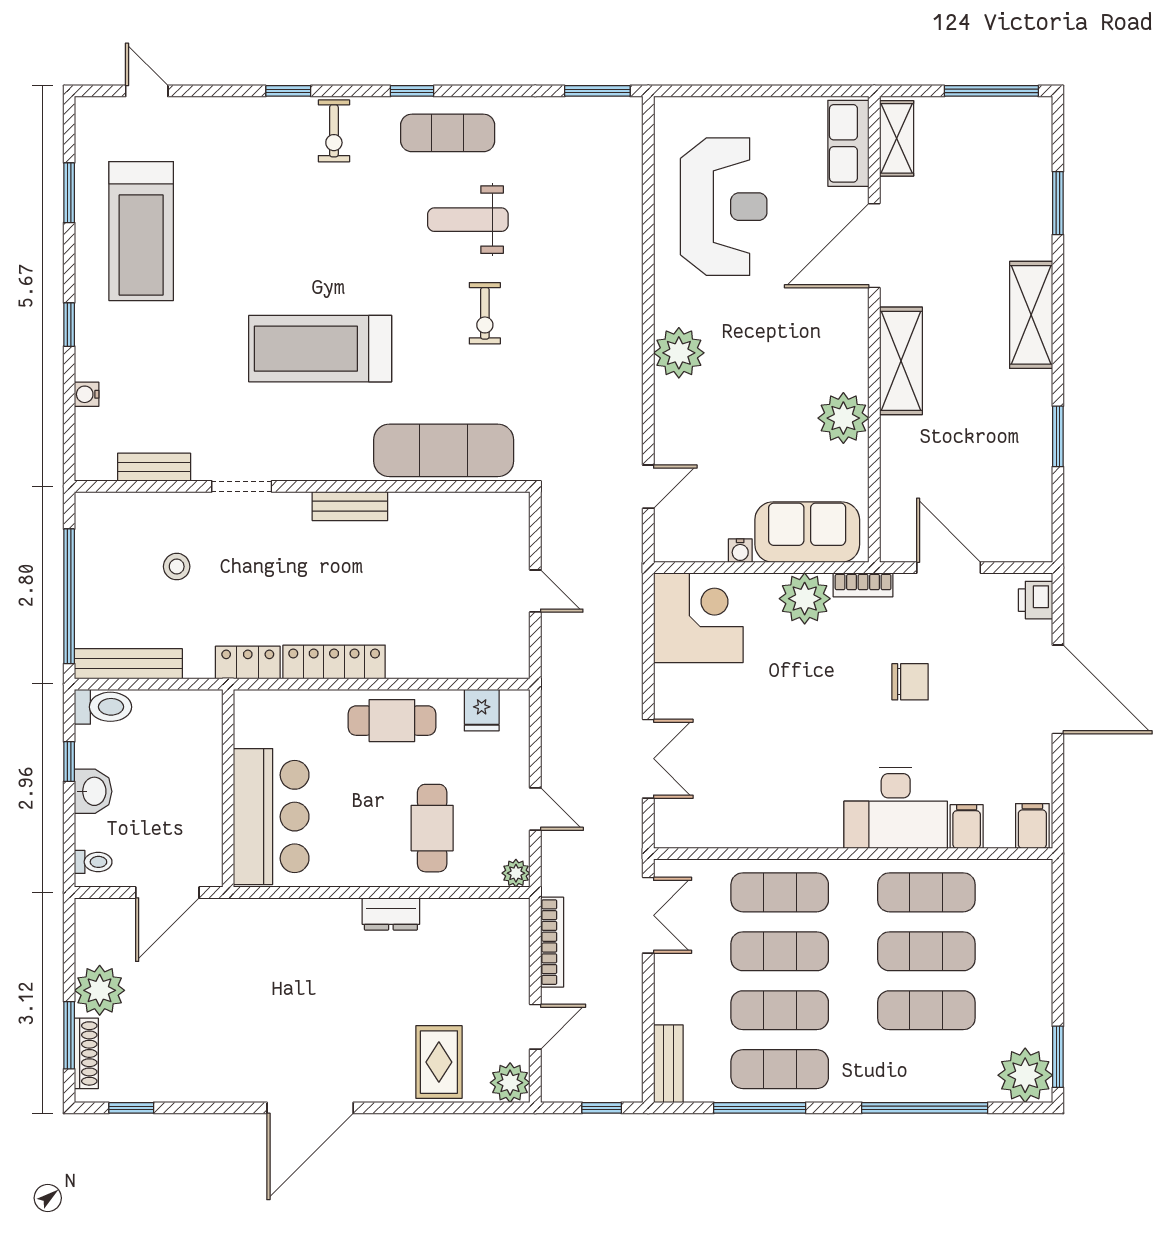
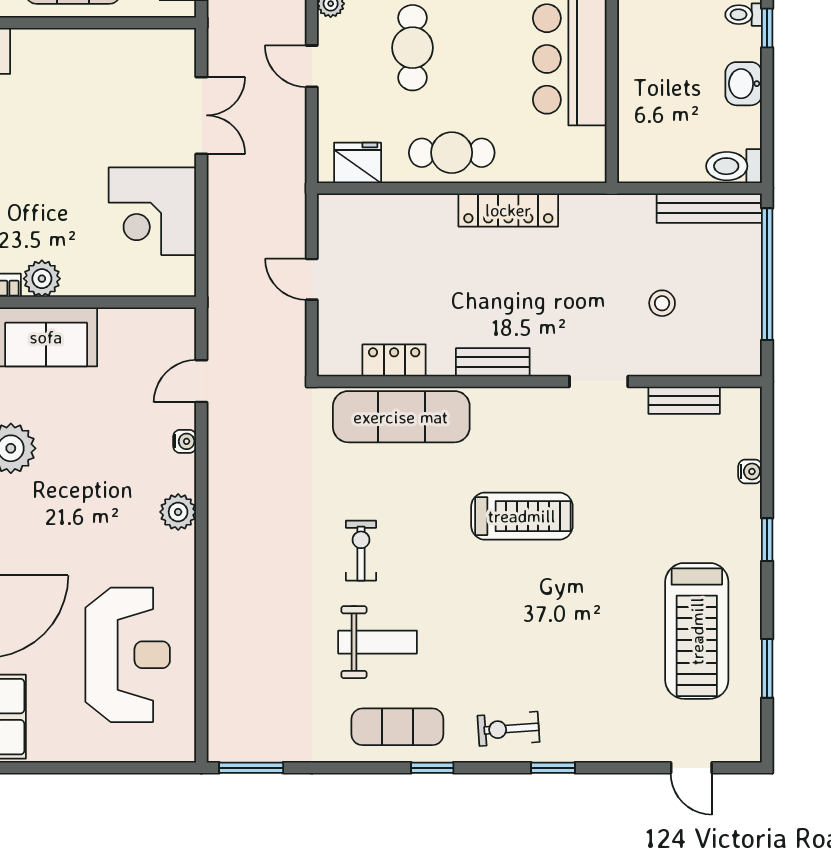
exercise bike: (334, 131) -> (508, 729), turned -94
reception desk: (724, 207) -> (128, 655), turned 180
treadmill: (141, 231) -> (697, 631), turned 180
treadmill: (320, 349) -> (522, 516), width x0.73, depth x0.73
plant: (679, 353) -> (178, 512), width x0.73, depth x0.73
water cooler: (740, 551) -> (185, 441), moved, turned 90
plant: (805, 599) -> (42, 279), width x0.73, depth x0.73
corner desk: (698, 618) -> (152, 211), moved
locker: (248, 662) -> (394, 360), moved, turned 180
fridge: (482, 710) -> (358, 163), width x1.38
double door: (648, 759) -> (201, 115), swing flipped
window: (69, 762) -> (767, 28), moved

